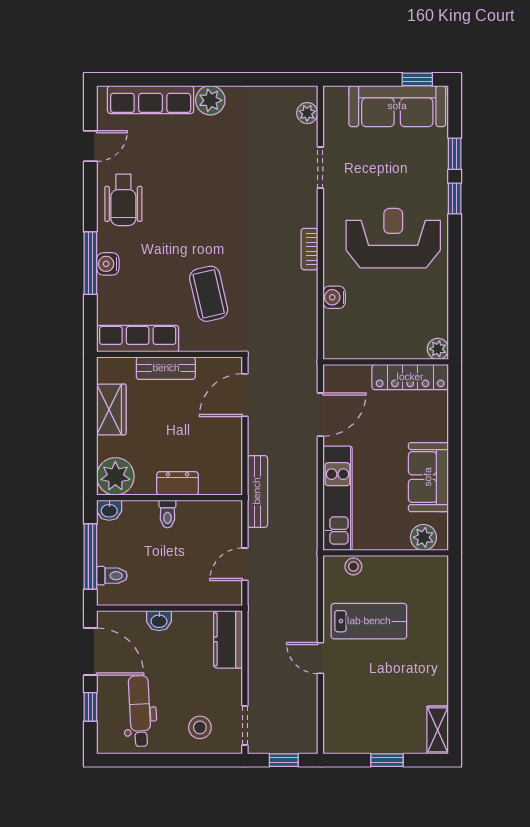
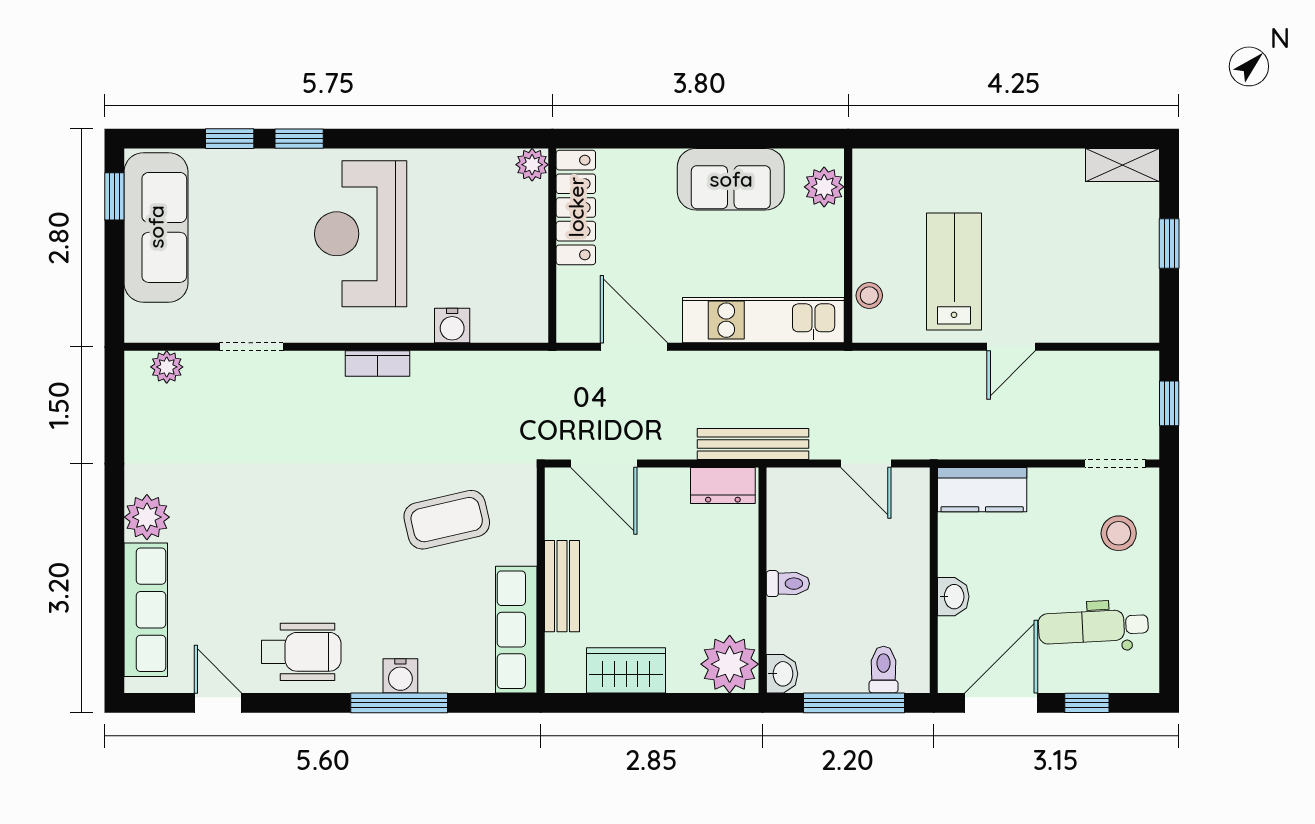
dresser: (178, 483) -> (723, 486), moved, turned -90

